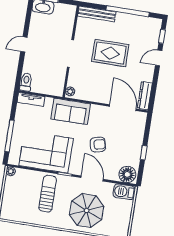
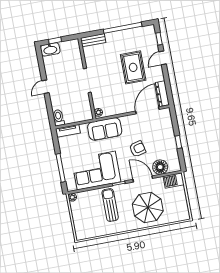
bench: (97, 14) -> (93, 40), width x0.73
rug: (110, 53) -> (133, 67), moved, turned 90
door: (123, 108) -> (147, 110), hinge flipped
floor lamp: (127, 174) -> (160, 167), moved

